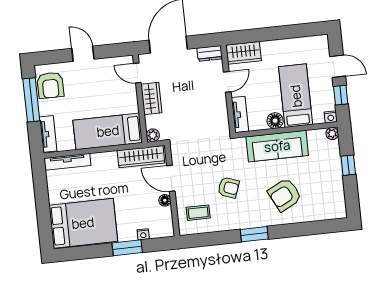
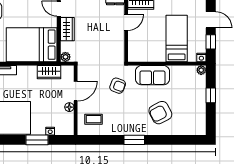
tv unit: (240, 114) -> (133, 48), removed
floor lamp: (275, 121) -> (159, 56), removed
bed: (108, 131) -> (32, 45), width x1.50
sofa: (277, 146) -> (152, 75), width x0.73
wardrobe: (141, 157) -> (49, 72), width x0.67
door: (171, 178) -> (76, 91), swing flipped
armchair: (229, 188) -> (118, 86), moved

